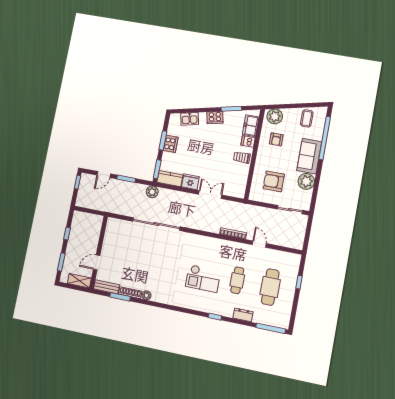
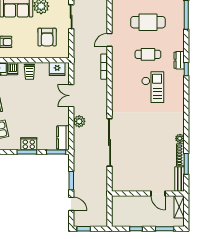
fridge: (190, 182) -> (57, 69), moved, turned -90
plant: (152, 192) -> (79, 121), moved
dresser: (243, 315) -> (179, 60), moved

